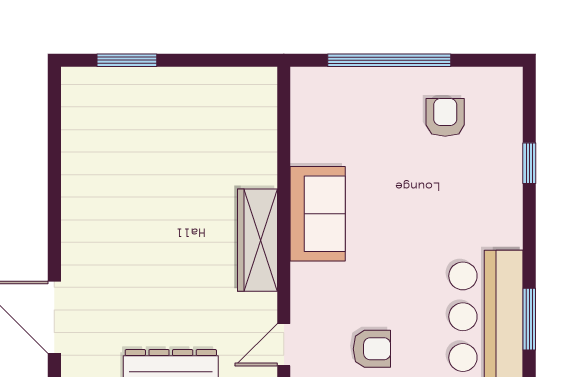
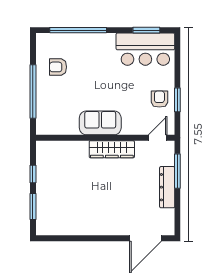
window: (201, 60) -> (33, 174), added
window: (529, 163) -> (78, 30), width x3.17
door: (284, 345) -> (158, 138), swing flipped

